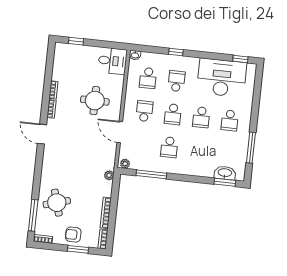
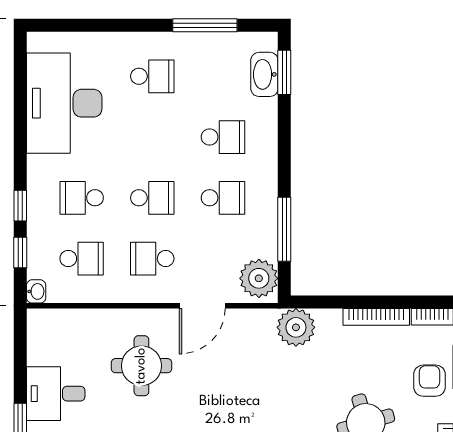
window: (240, 59) -> (20, 252), moved
desk: (113, 61) -> (56, 394), moved, turned -90
school desk: (201, 117) -> (223, 137), moved
plant: (125, 164) -> (259, 278), width x1.88, depth x1.88
plant: (109, 175) -> (296, 327), width x1.87, depth x1.87
armchair: (73, 235) -> (429, 381), turned 180

